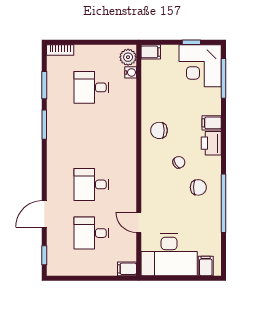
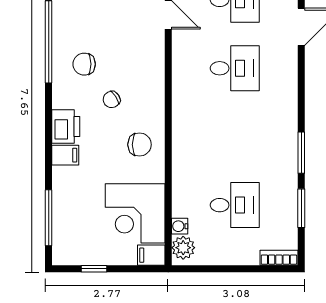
corner desk: (200, 66) -> (135, 213), moved, turned 180

